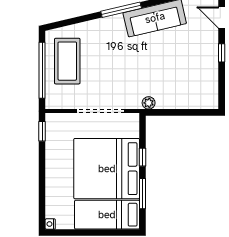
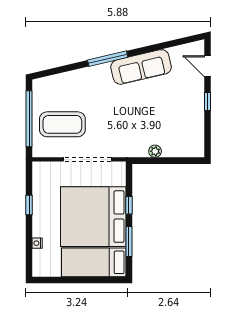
coffee table: (67, 61) -> (62, 124), moved, turned 90
plant: (149, 103) -> (155, 151), moved
window: (42, 131) -> (29, 205), moved
nightstand: (50, 224) -> (37, 243), moved

